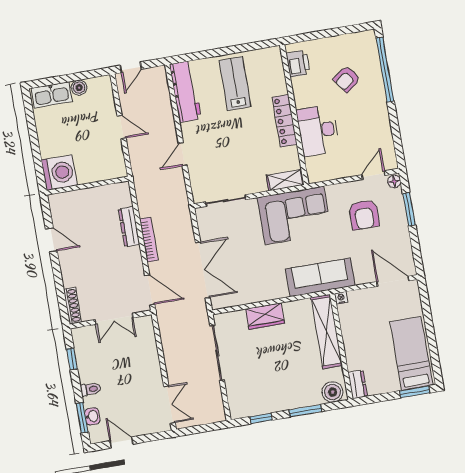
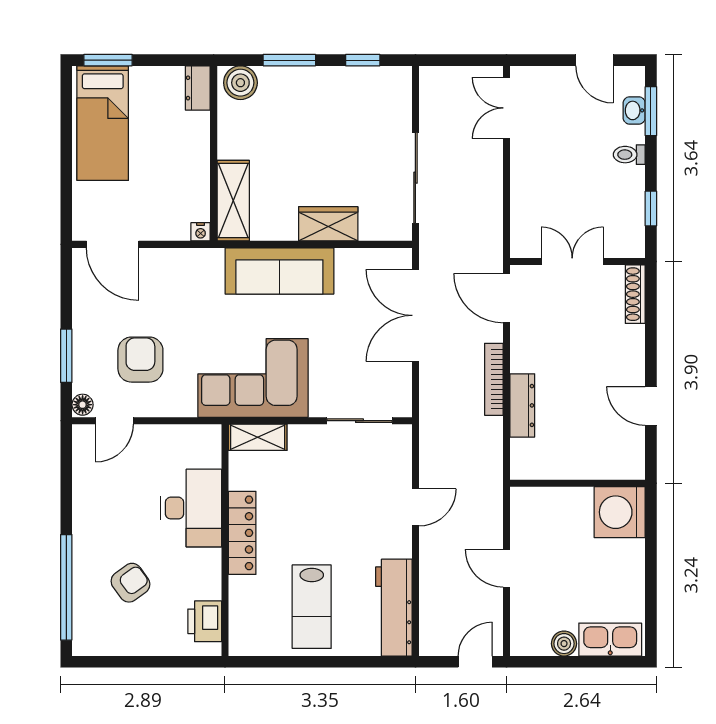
sofa: (320, 277) -> (279, 271), moved
shelving: (327, 332) -> (233, 201), width x0.68

